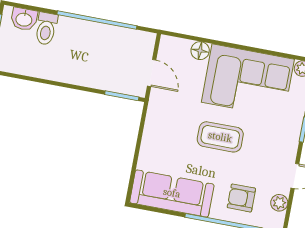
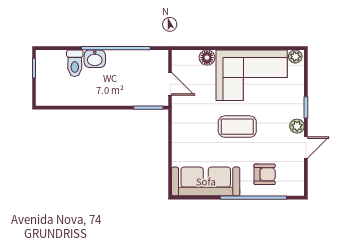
washbasin: (24, 19) -> (95, 59), moved
armchair: (241, 198) -> (265, 174), turned 180
plant: (279, 203) -> (297, 126), moved

